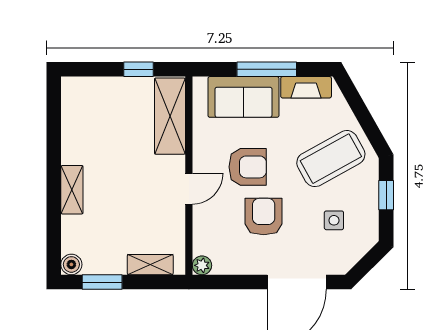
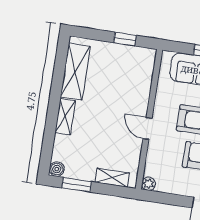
shelving: (170, 116) -> (75, 72), moved
door: (189, 189) -> (148, 128), swing flipped

